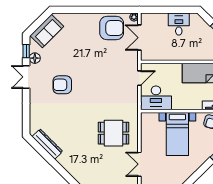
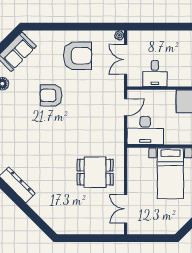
desk: (179, 24) -> (155, 74), moved, turned 180
armchair: (112, 28) -> (78, 56), moved
armchair: (62, 85) -> (51, 95), moved

